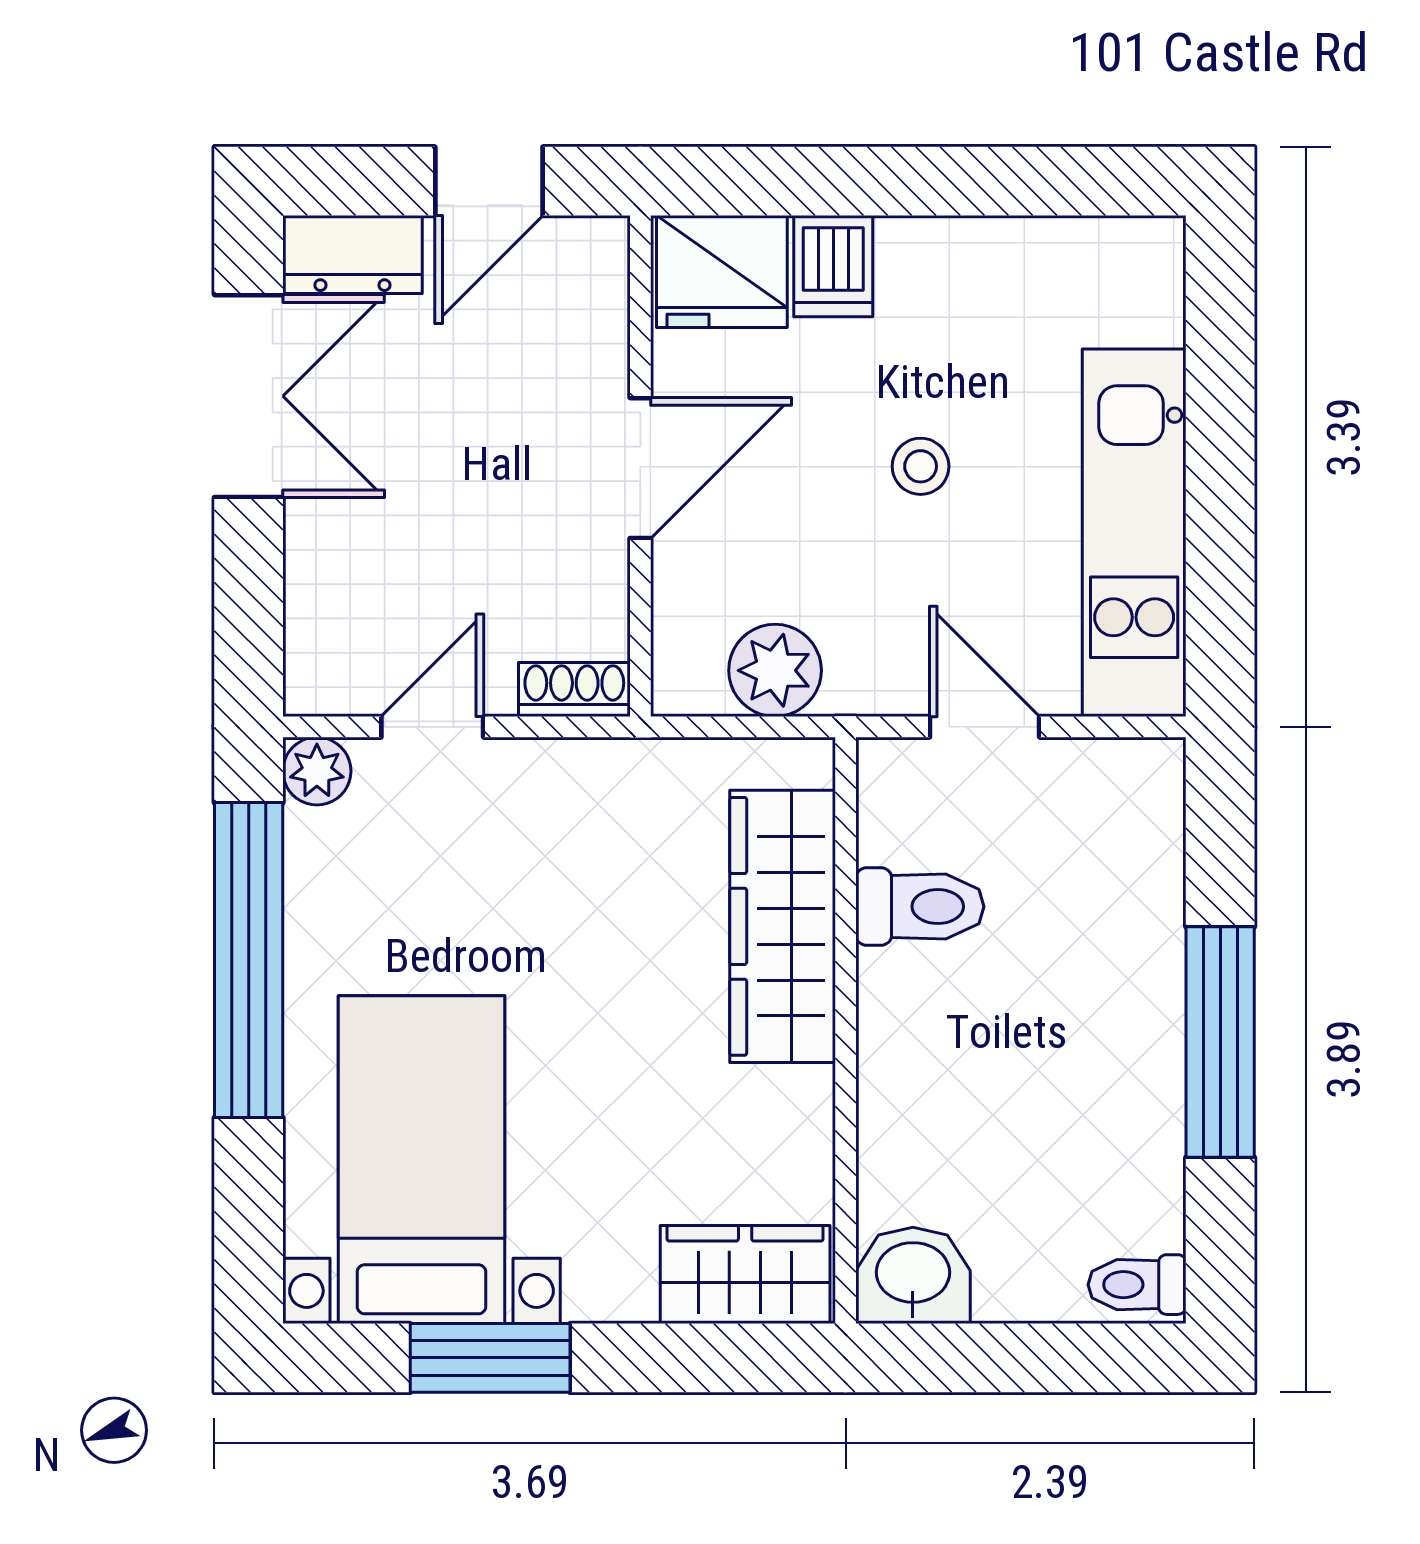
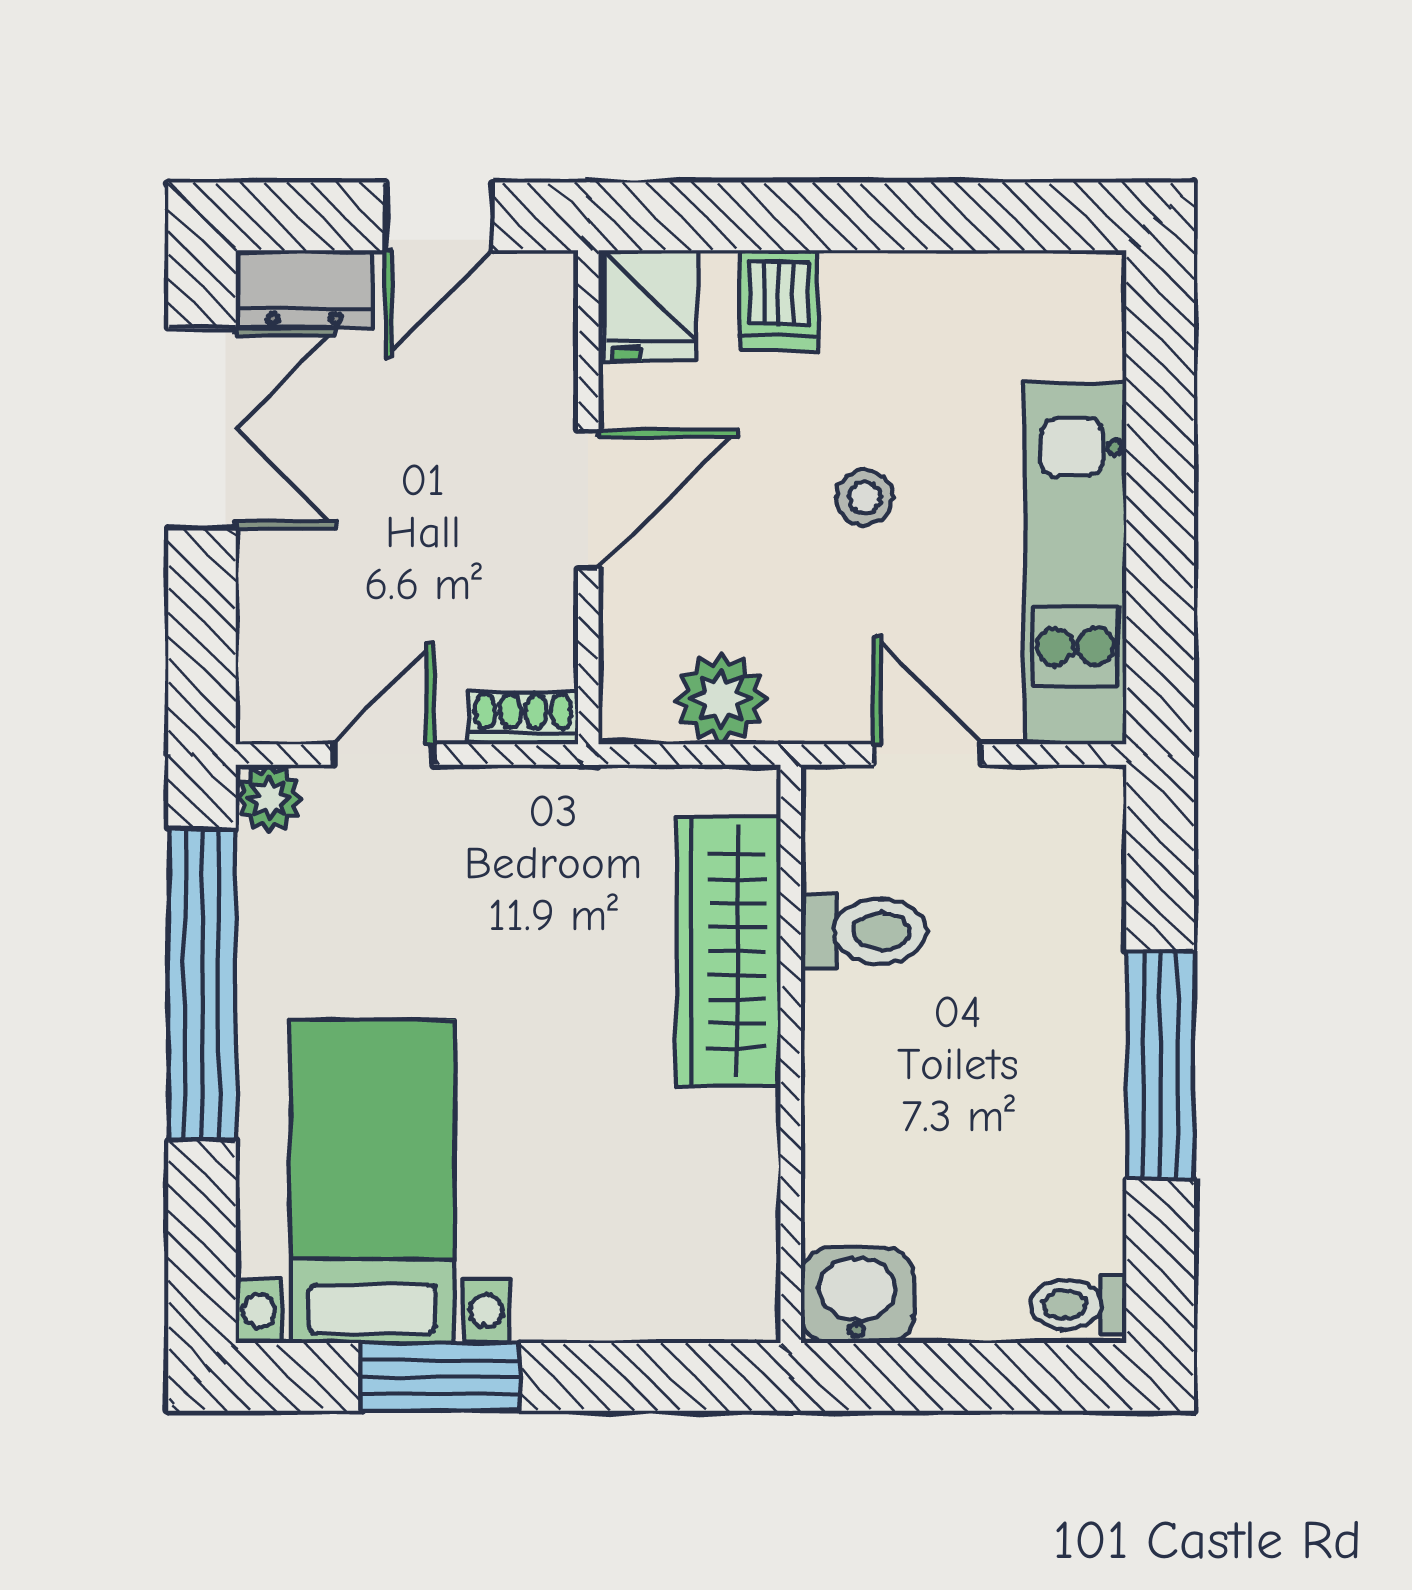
fridge: (722, 272) -> (651, 305), width x0.72
wardrobe: (745, 1275) -> (692, 1295), removed

